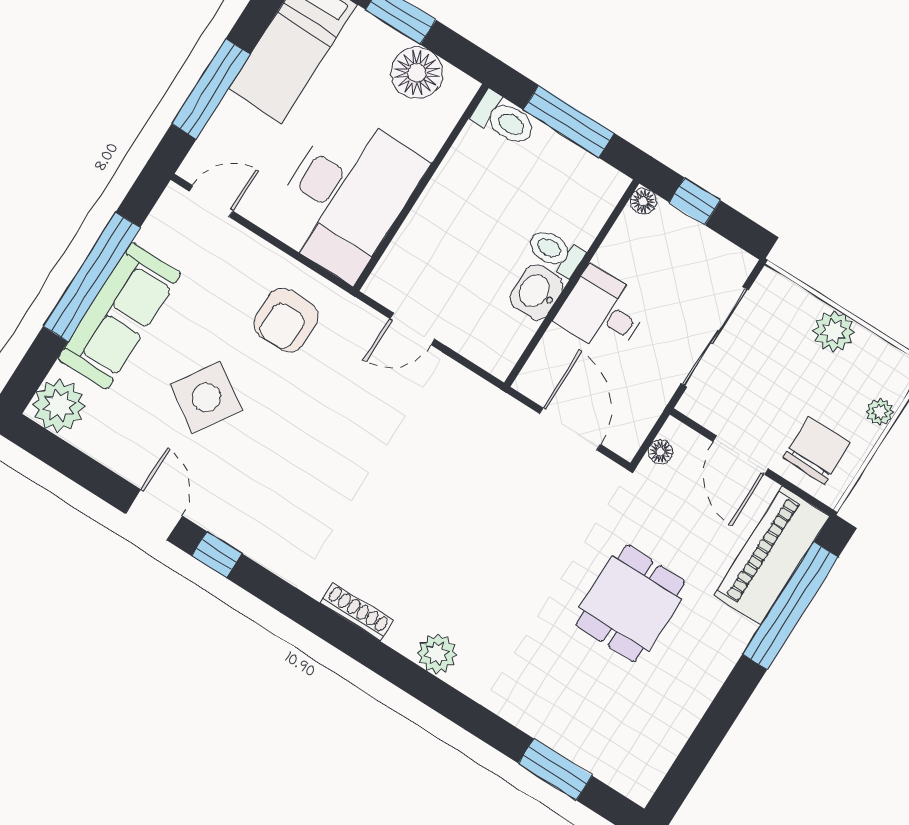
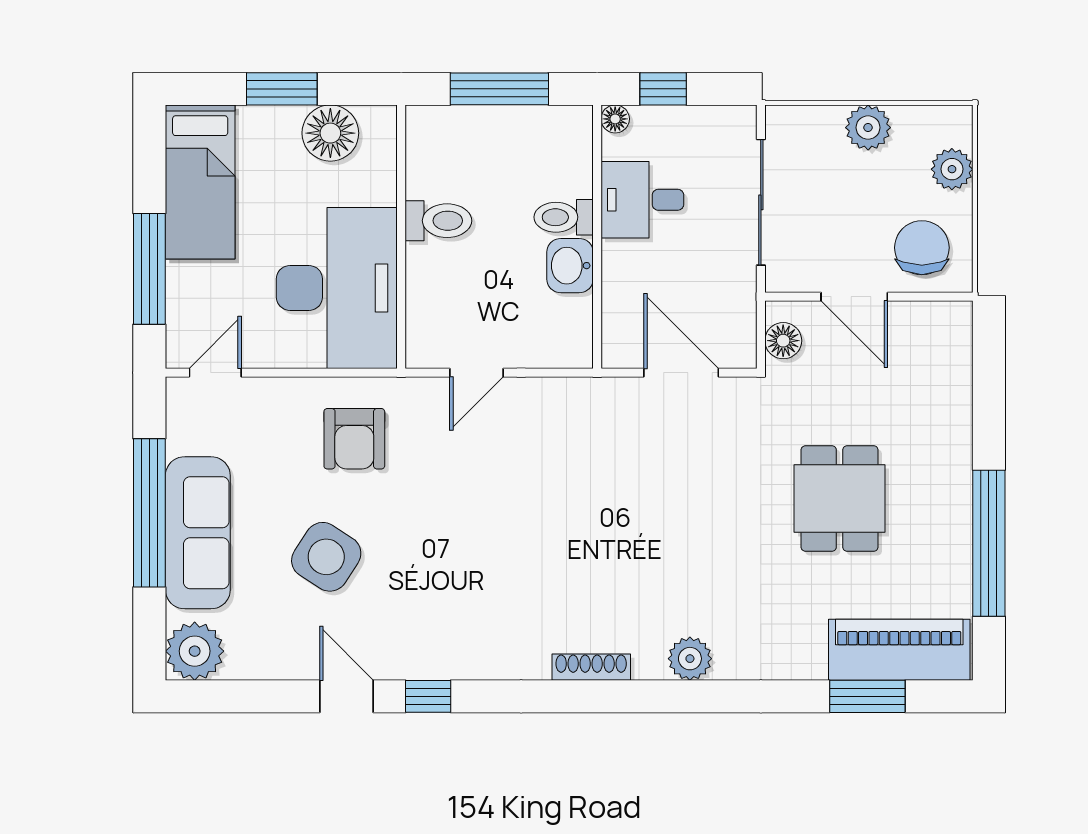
toilet: (504, 119) -> (438, 221), moved
desk: (603, 312) -> (642, 200), moved
plant: (880, 412) -> (952, 169), width x1.38, depth x1.38
floor lamp: (660, 452) -> (783, 341), width x1.37, depth x1.37
piano: (772, 556) -> (899, 650), moved, turned 90
window: (790, 606) -> (989, 543), moved

